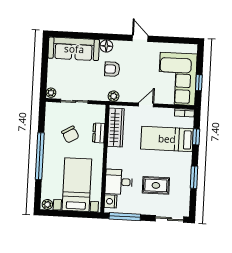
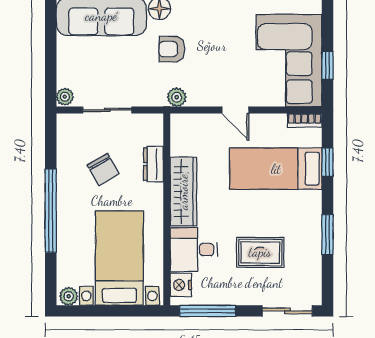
door: (146, 105) -> (235, 110), swing flipped
wardrobe: (116, 128) -> (183, 192), moved

